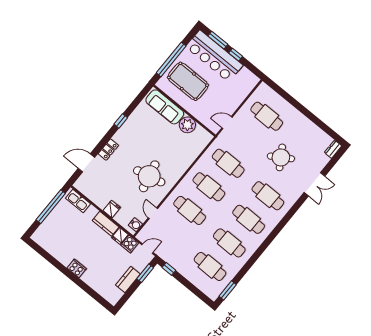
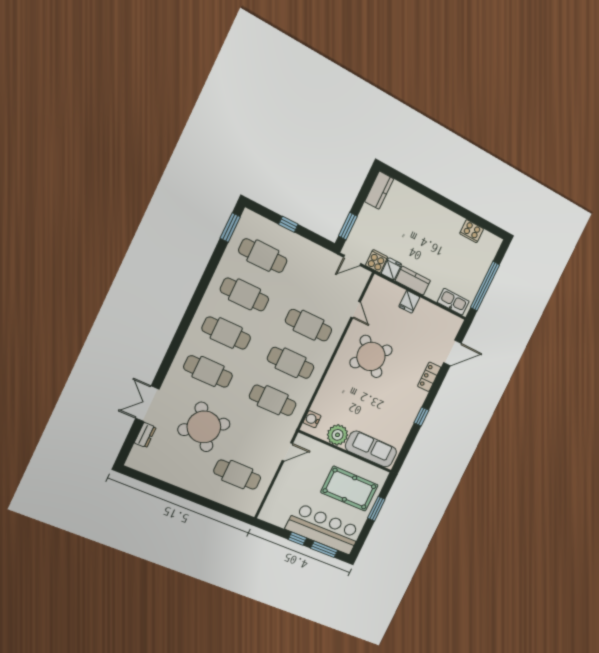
window: (171, 59) -> (376, 509), width x0.47
dresser: (333, 149) -> (145, 435), moved
round table: (281, 157) -> (204, 427), width x1.36, depth x1.36
round table: (149, 176) -> (371, 356), turned -33
water cooler: (135, 225) -> (312, 419), moved
cooker: (77, 268) -> (472, 231), moved
window: (169, 269) -> (288, 224), moved
kitchen counter: (128, 280) -> (379, 190), moved

